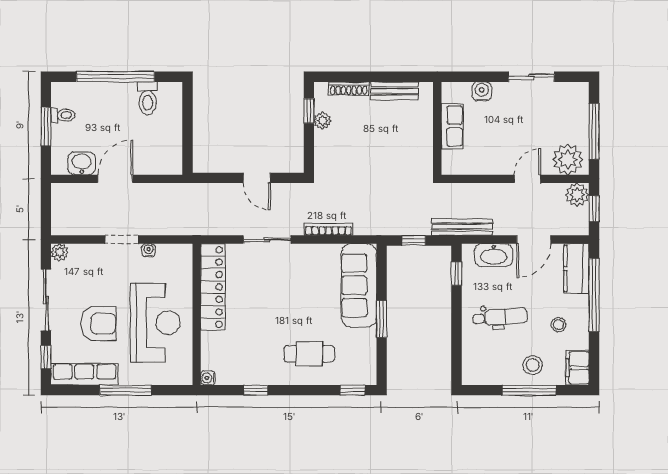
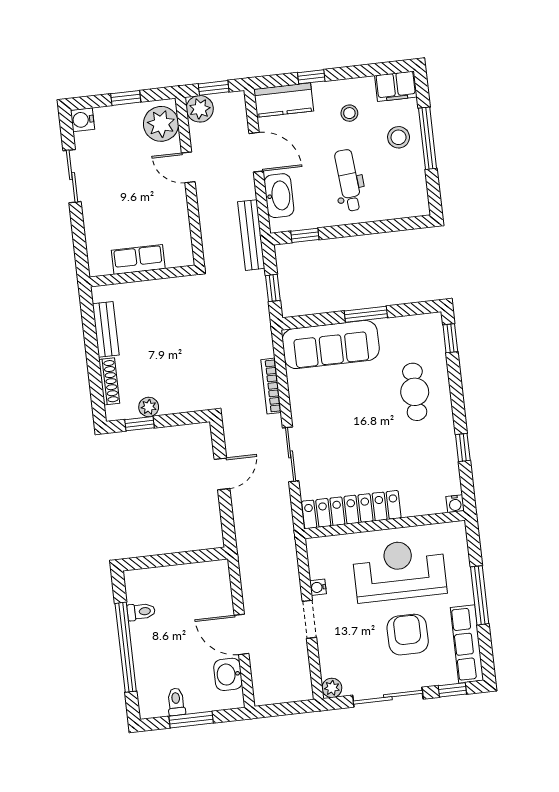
water cooler: (482, 91) -> (82, 120), moved
toilet: (148, 98) -> (141, 612), width x0.73, depth x0.72
window: (594, 131) -> (126, 98), width x0.46
window: (594, 295) -> (311, 77), width x0.32

